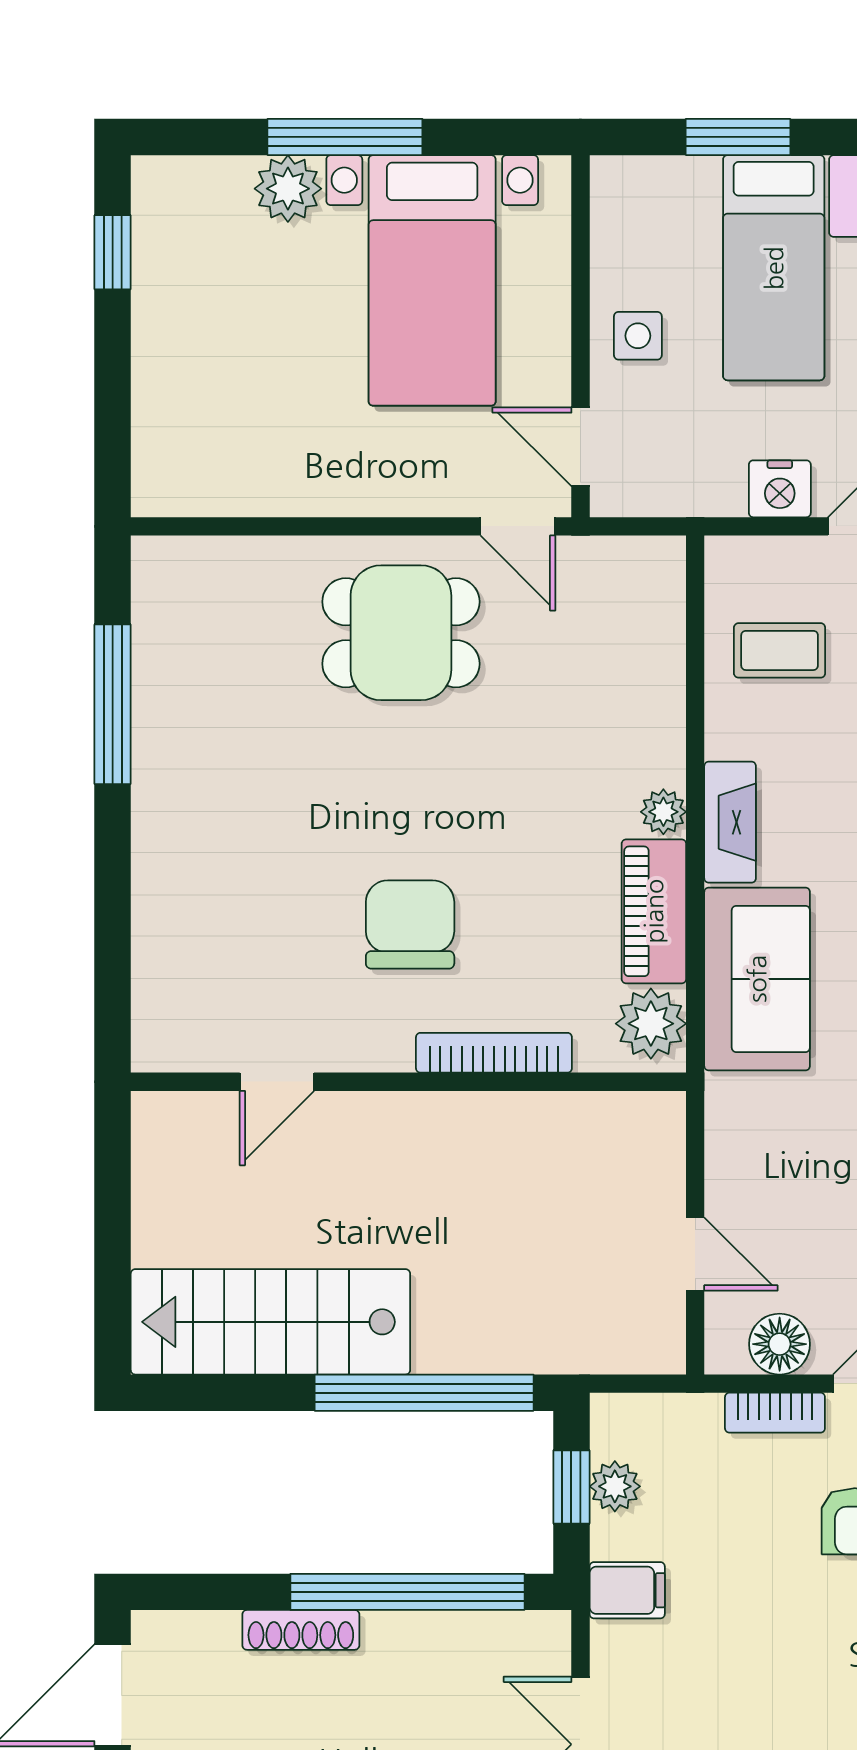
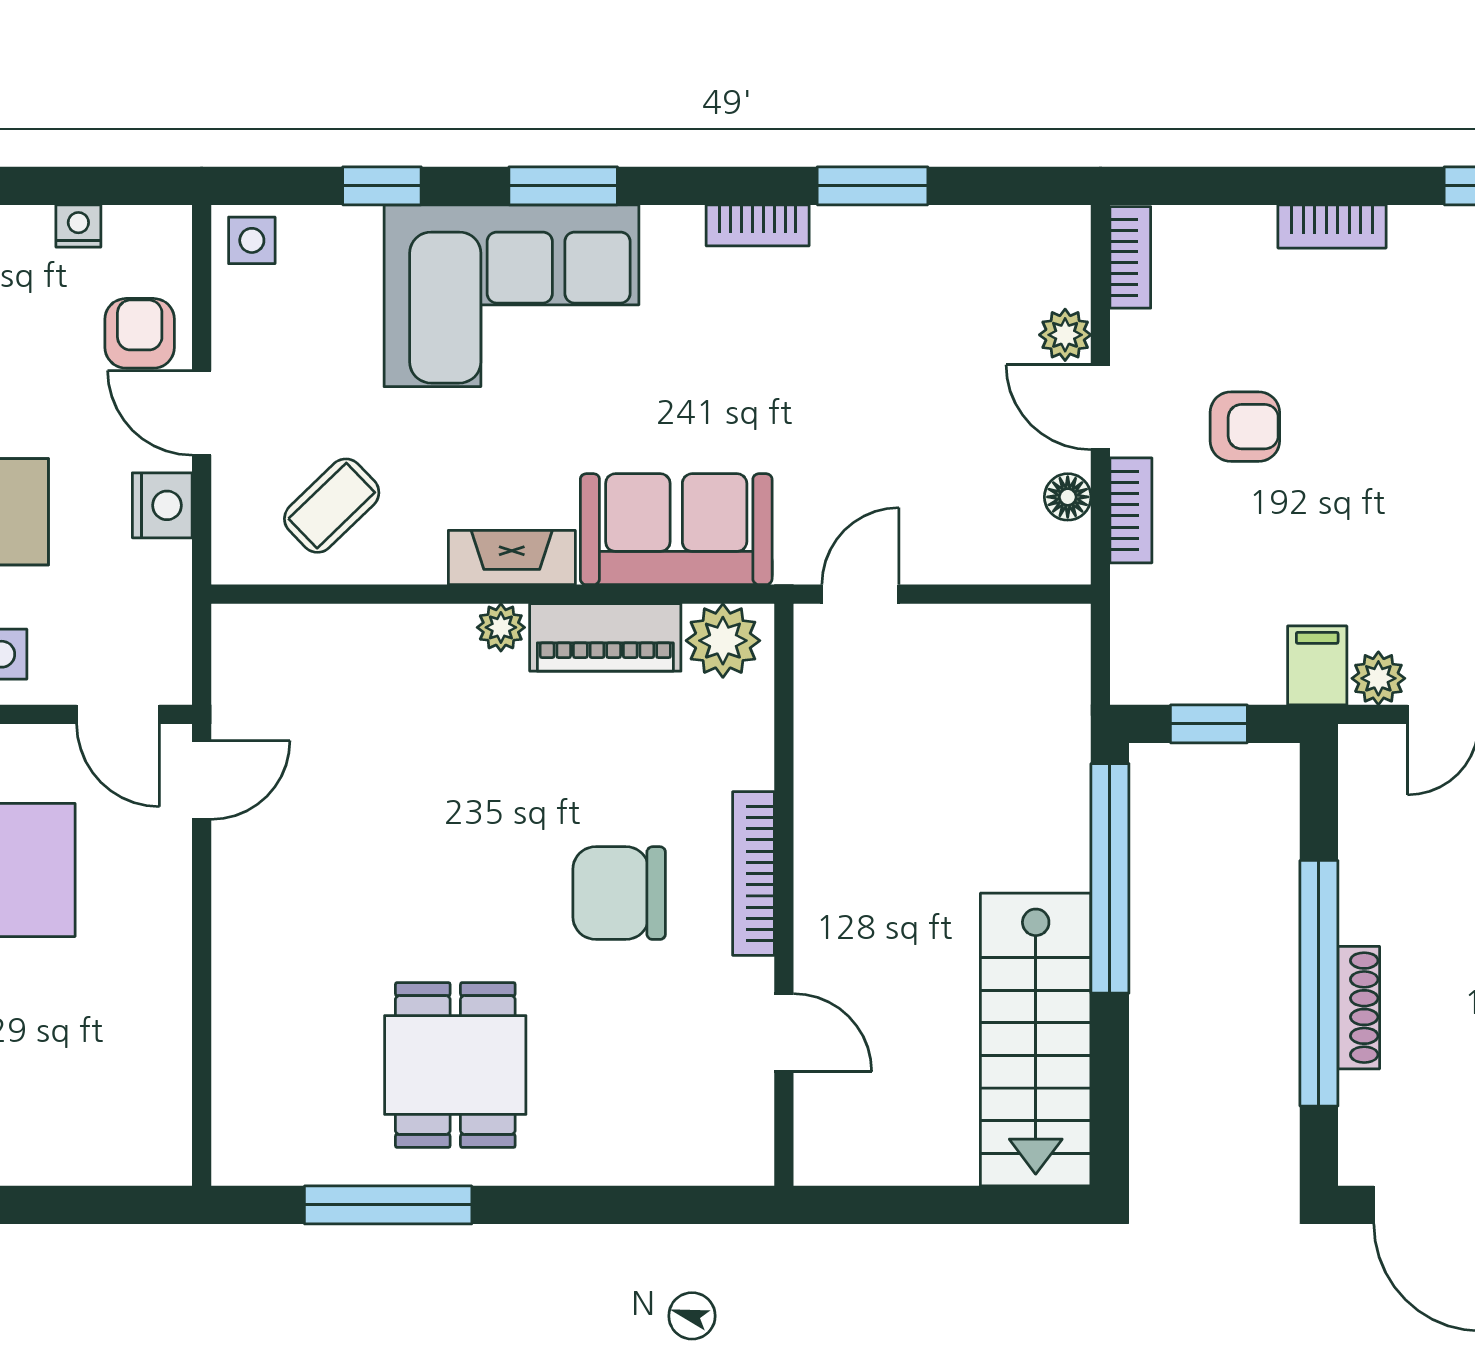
door: (580, 447) -> (118, 714), hinge flipped
dining table: (401, 633) -> (455, 1065), moved
coffee table: (780, 650) -> (332, 506), turned 46
bookcase: (494, 1053) -> (754, 874), moved
door: (695, 1254) -> (860, 594), moved
floor lamp: (780, 1344) -> (1068, 497), width x0.73, depth x0.73
plant: (615, 1486) -> (1378, 678), moved
window: (407, 1592) -> (1319, 983), moved

